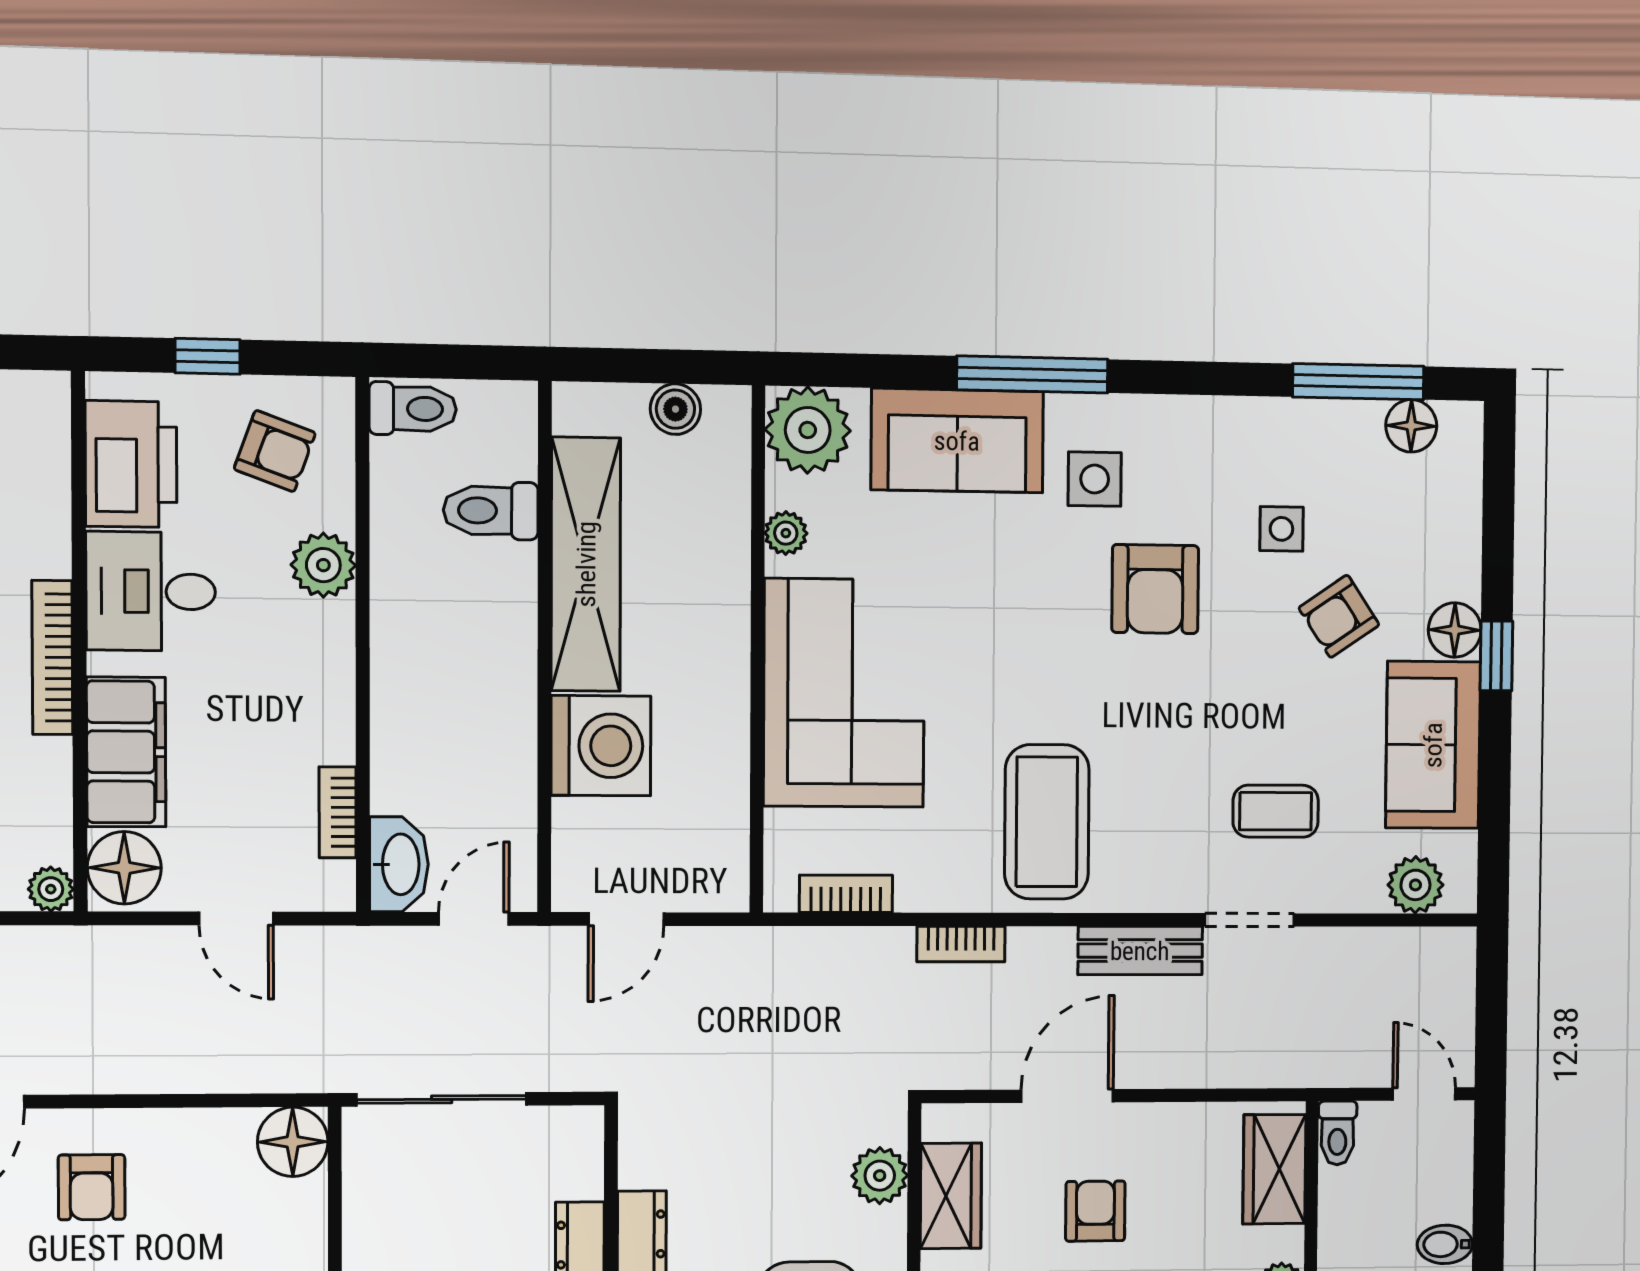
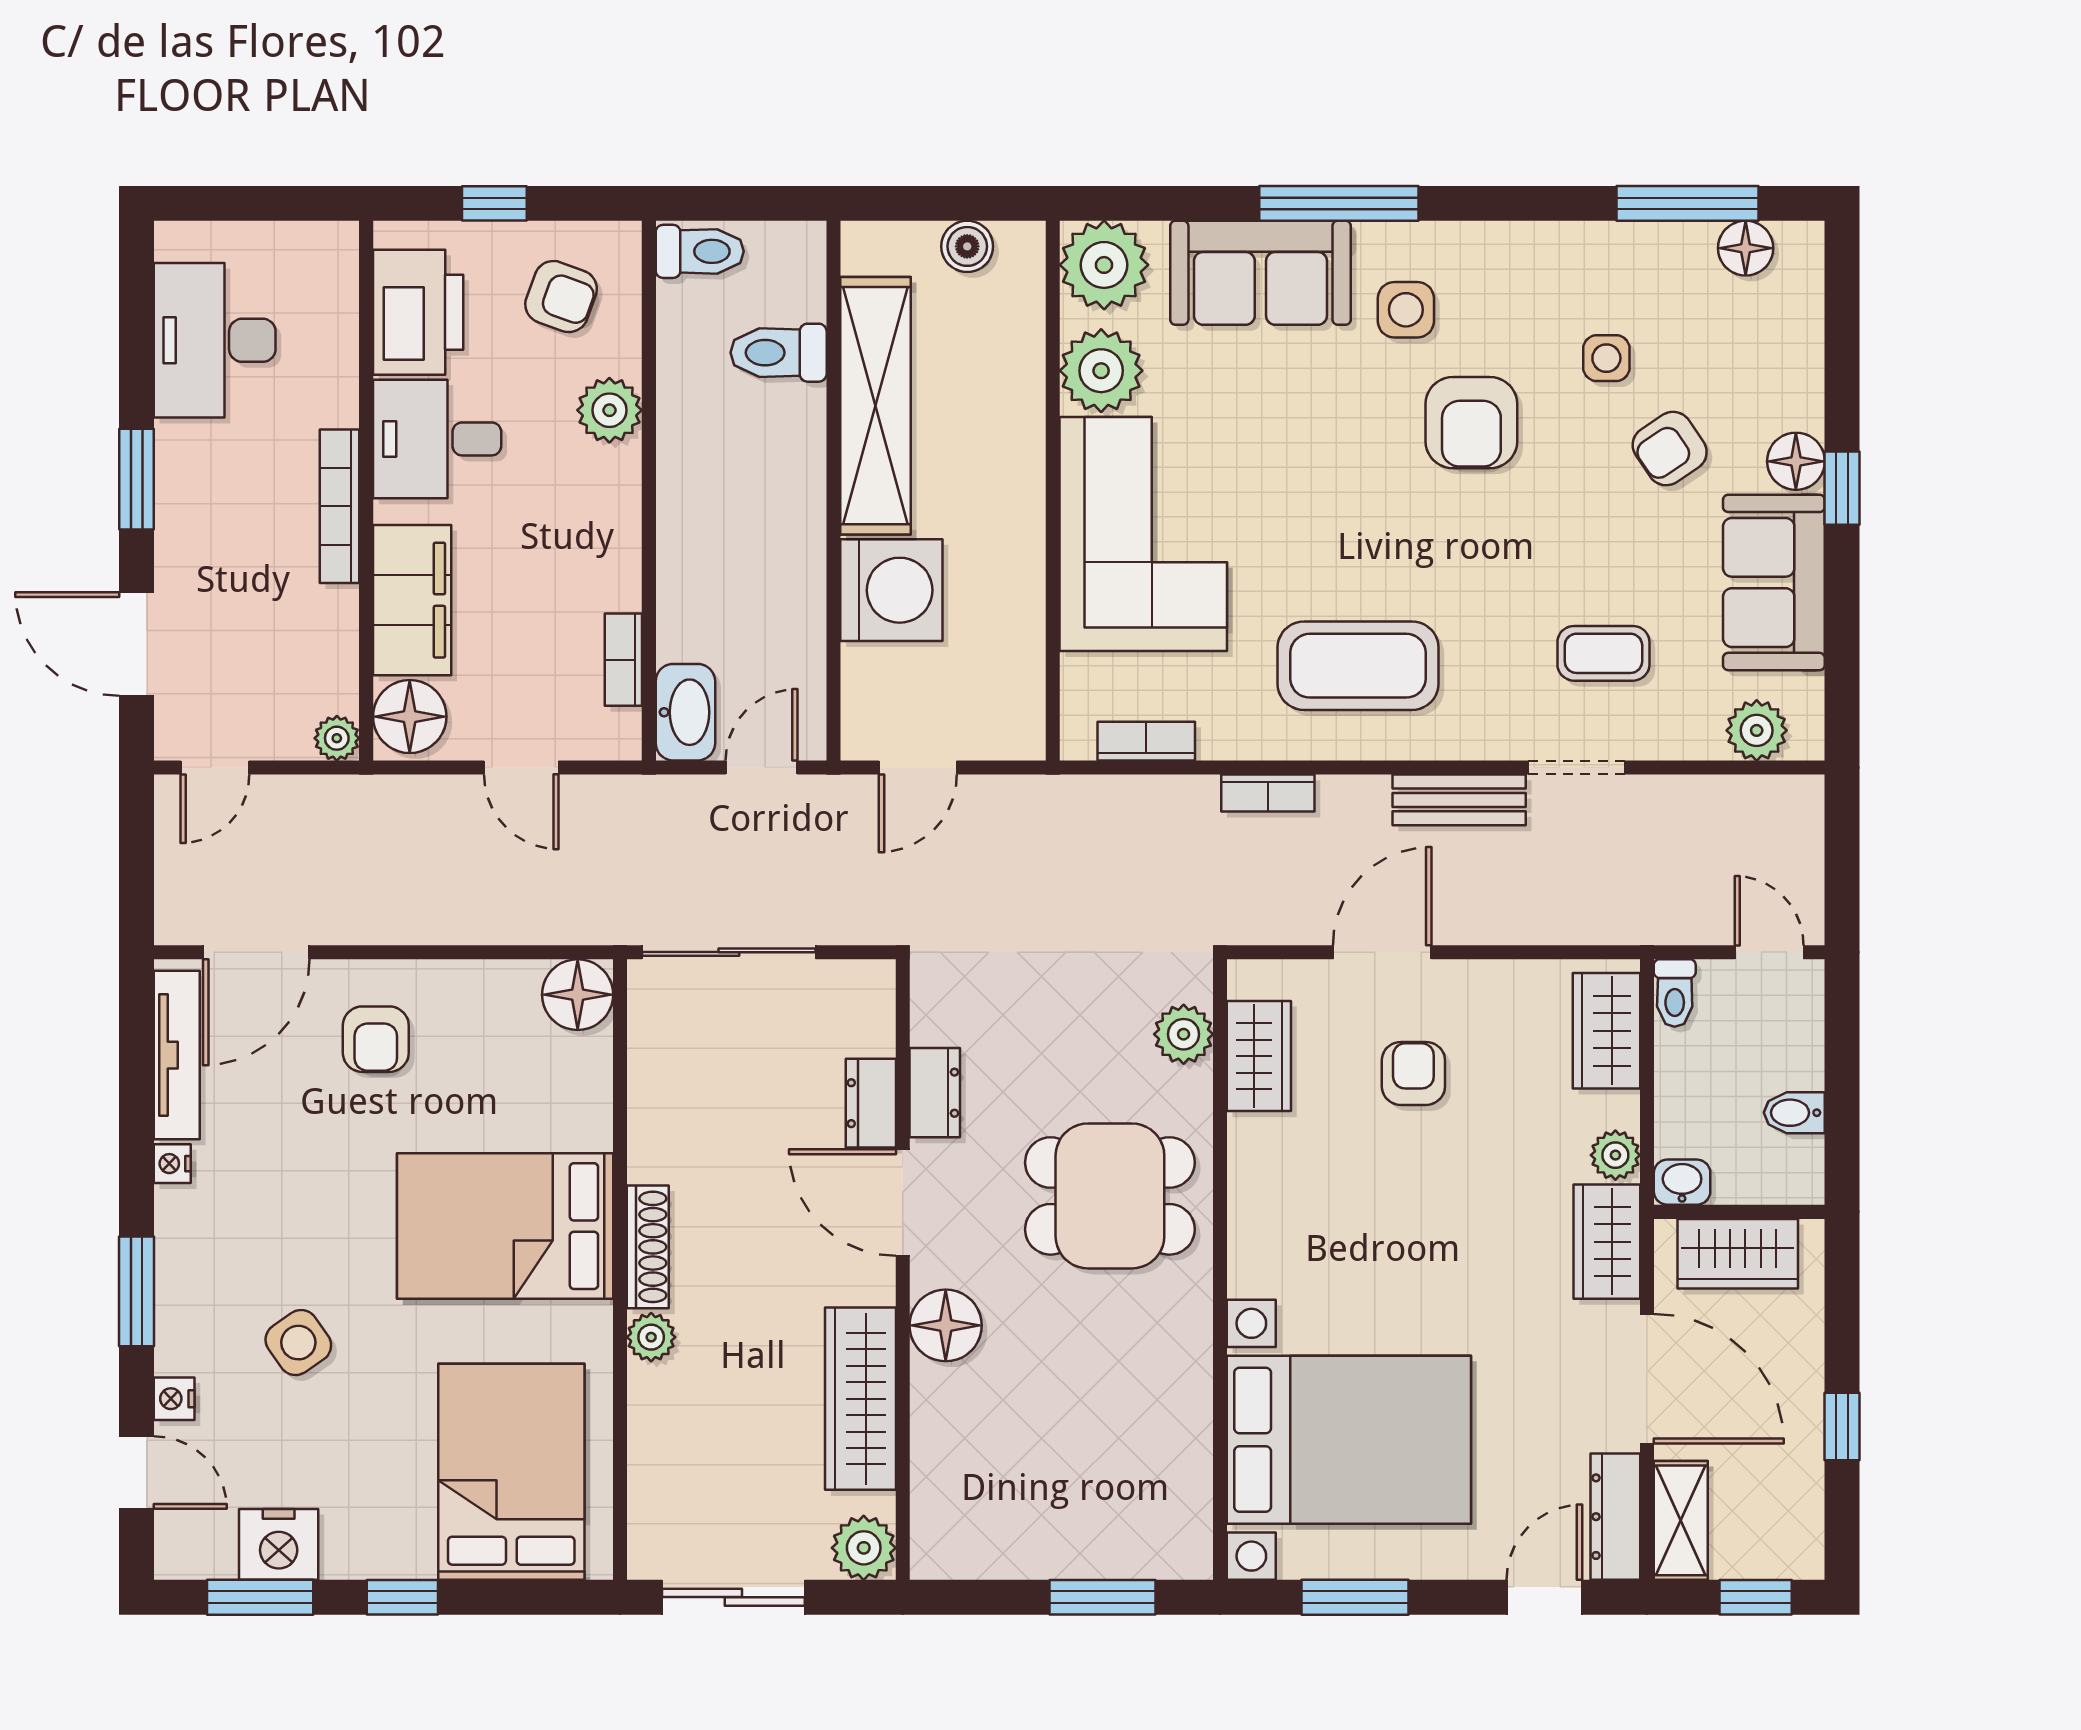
plant: (786, 533) -> (1101, 371), width x1.88, depth x1.88
coffee table: (1047, 822) -> (1358, 666), turned 90

